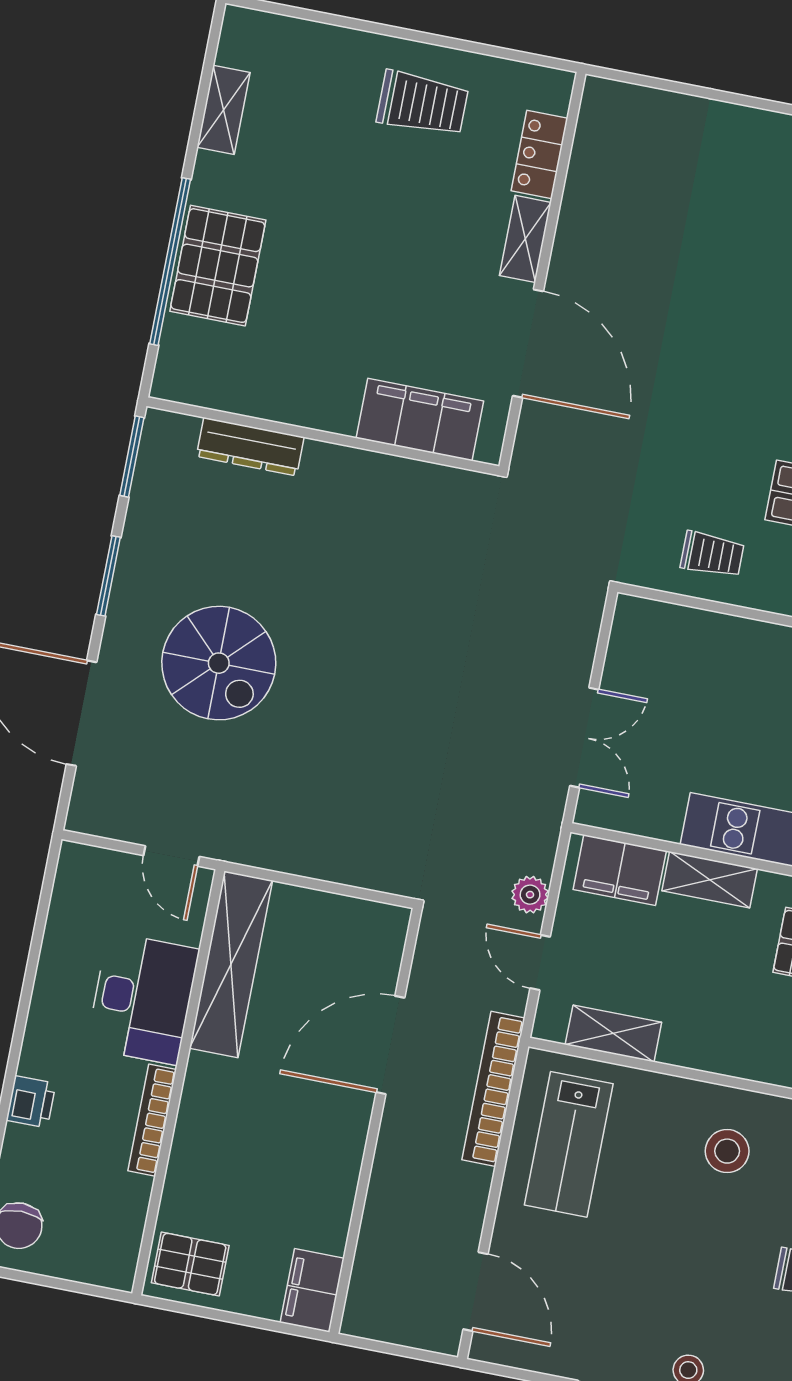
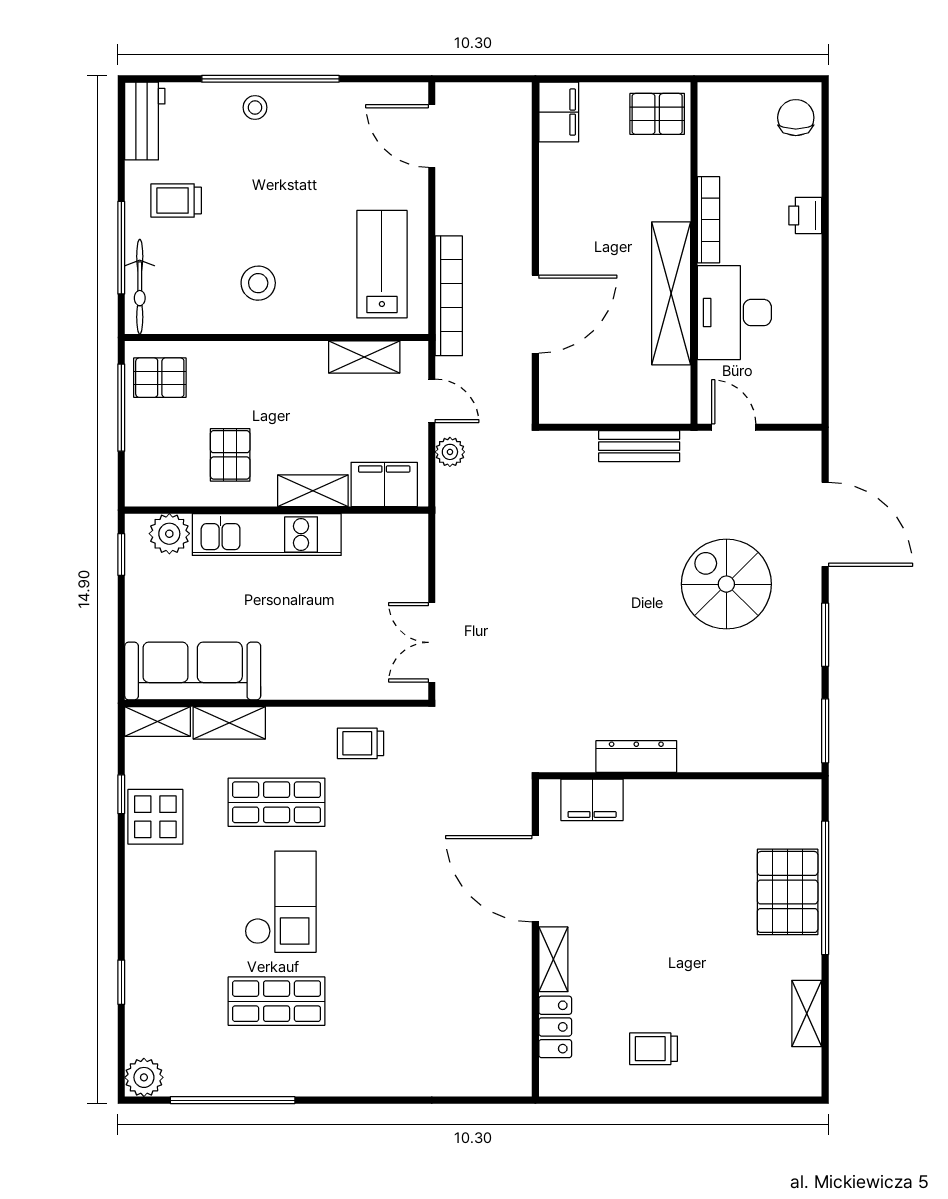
trolley: (422, 103) -> (654, 1049), width x0.73, depth x0.72
filing cabinet: (420, 420) -> (592, 800), width x0.67, depth x0.86
dresser: (250, 447) -> (636, 757), moved
double door: (584, 738) -> (432, 642), moved
bench: (294, 856) -> (639, 446), added
shelving: (231, 964) -> (671, 293), moved

